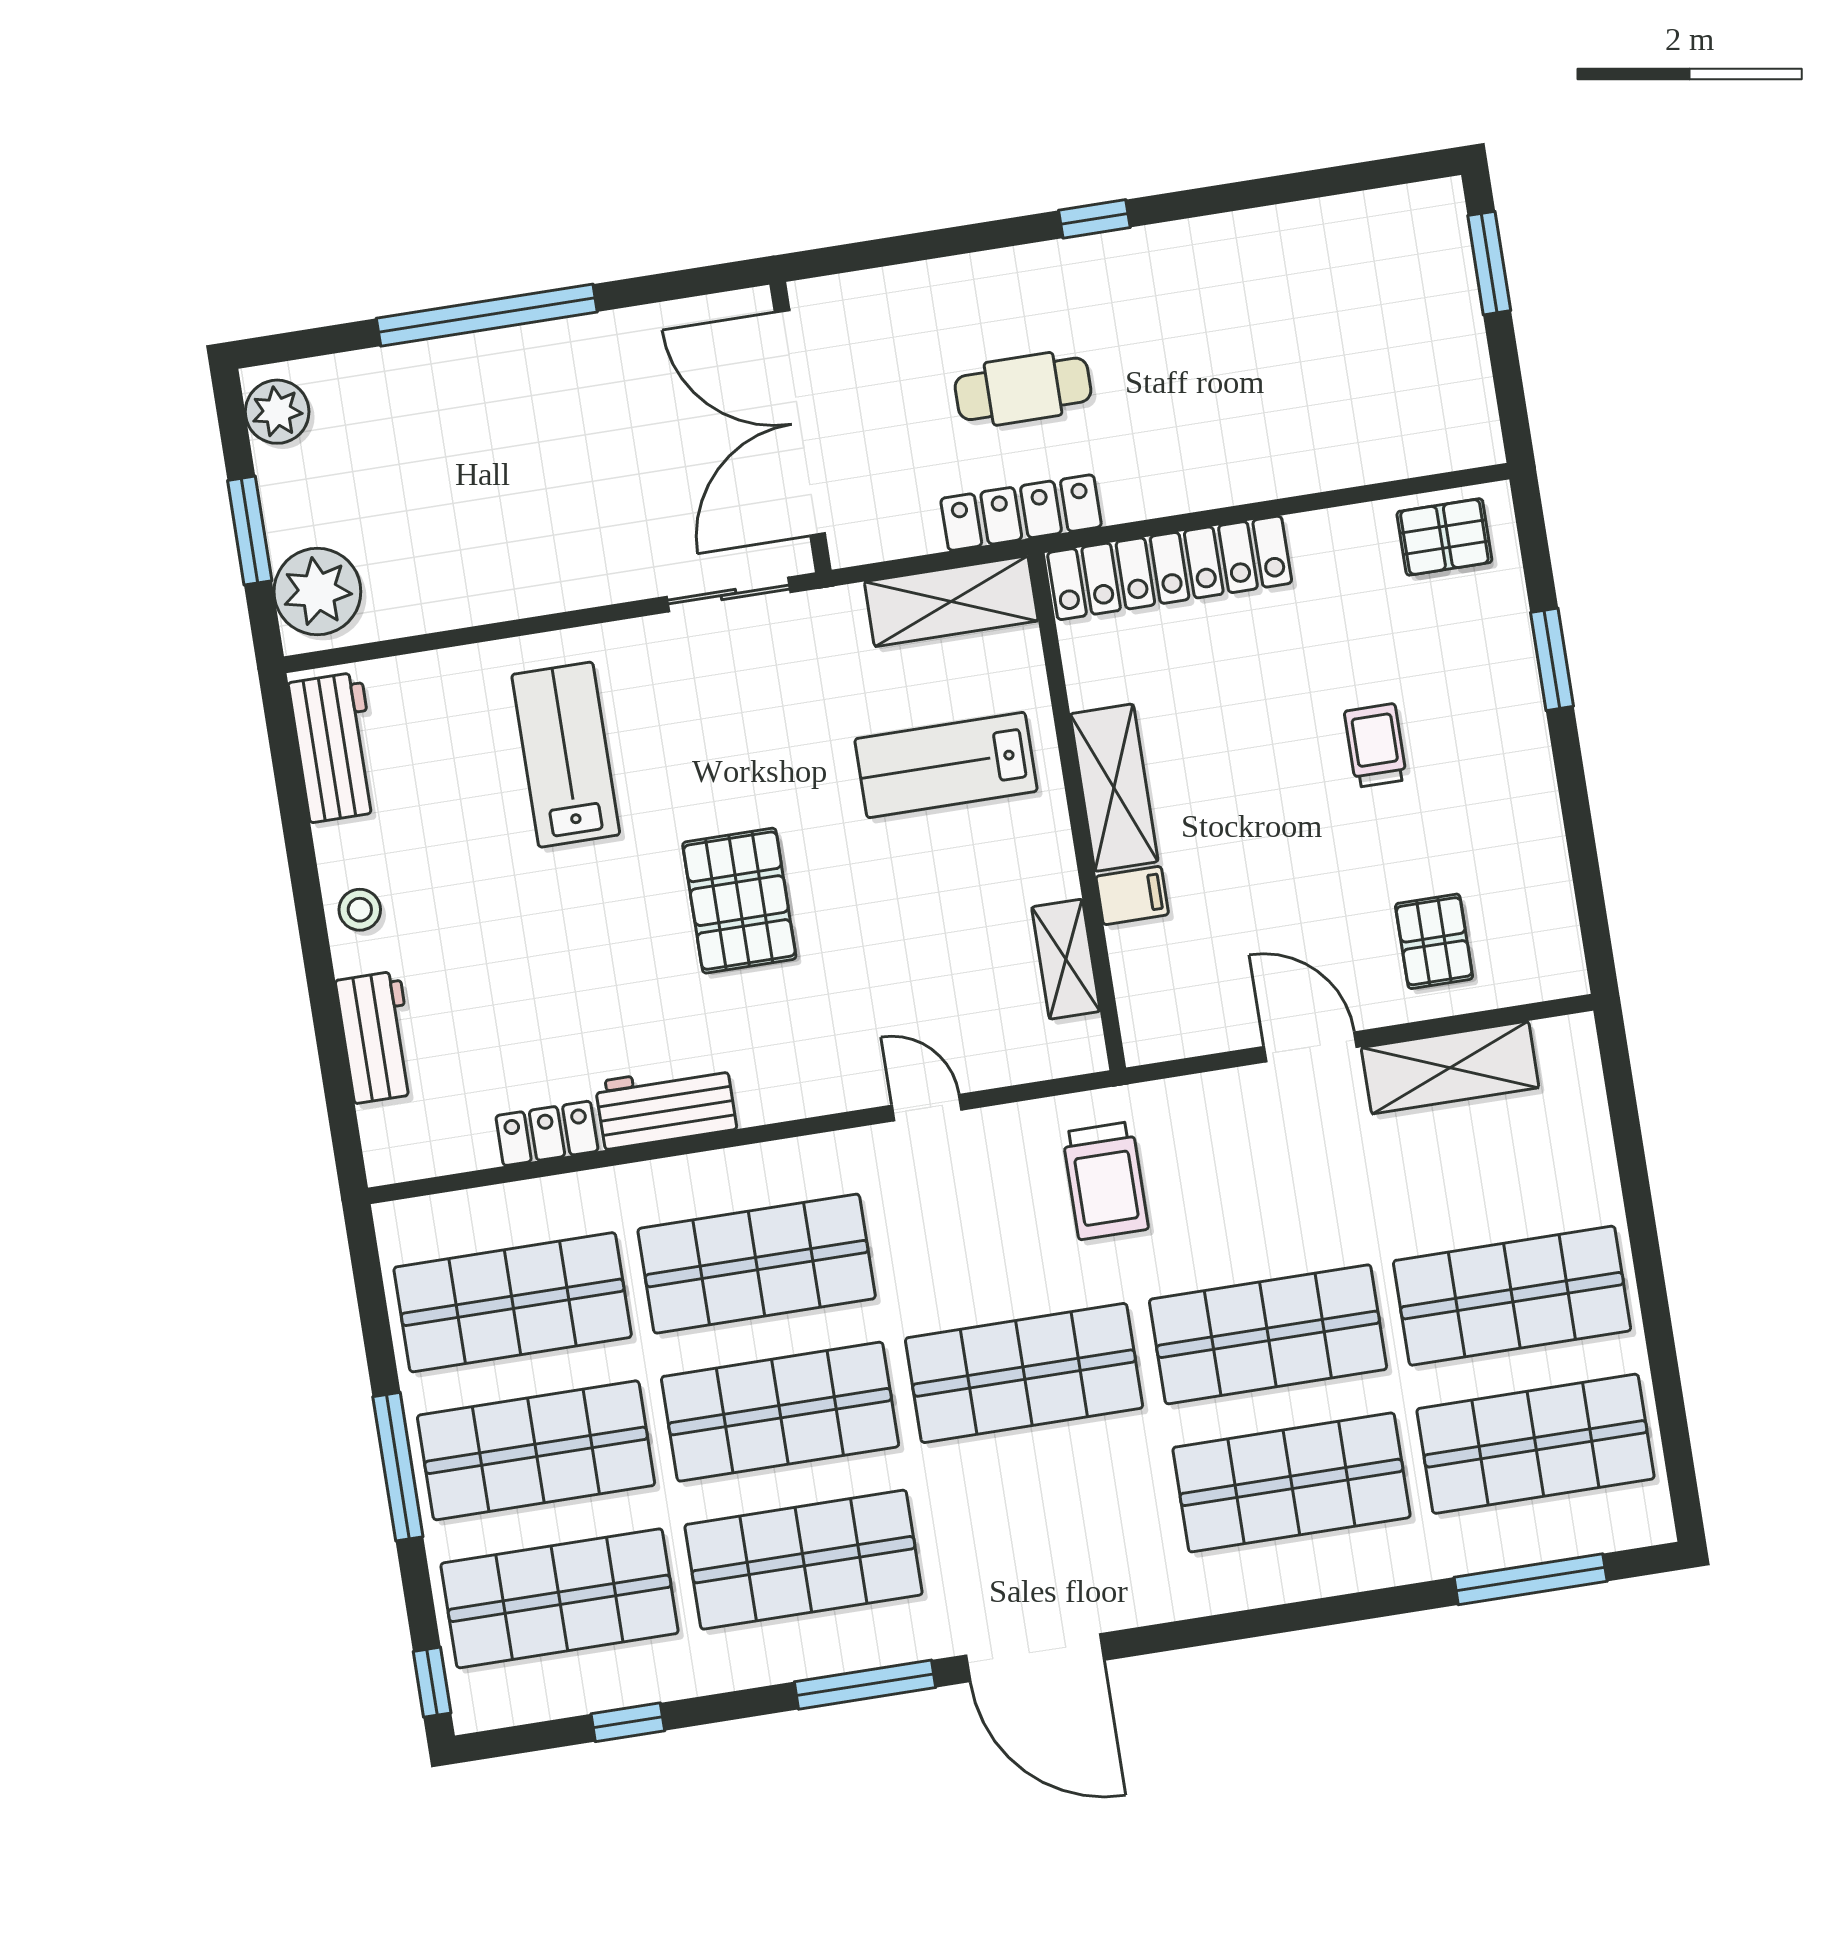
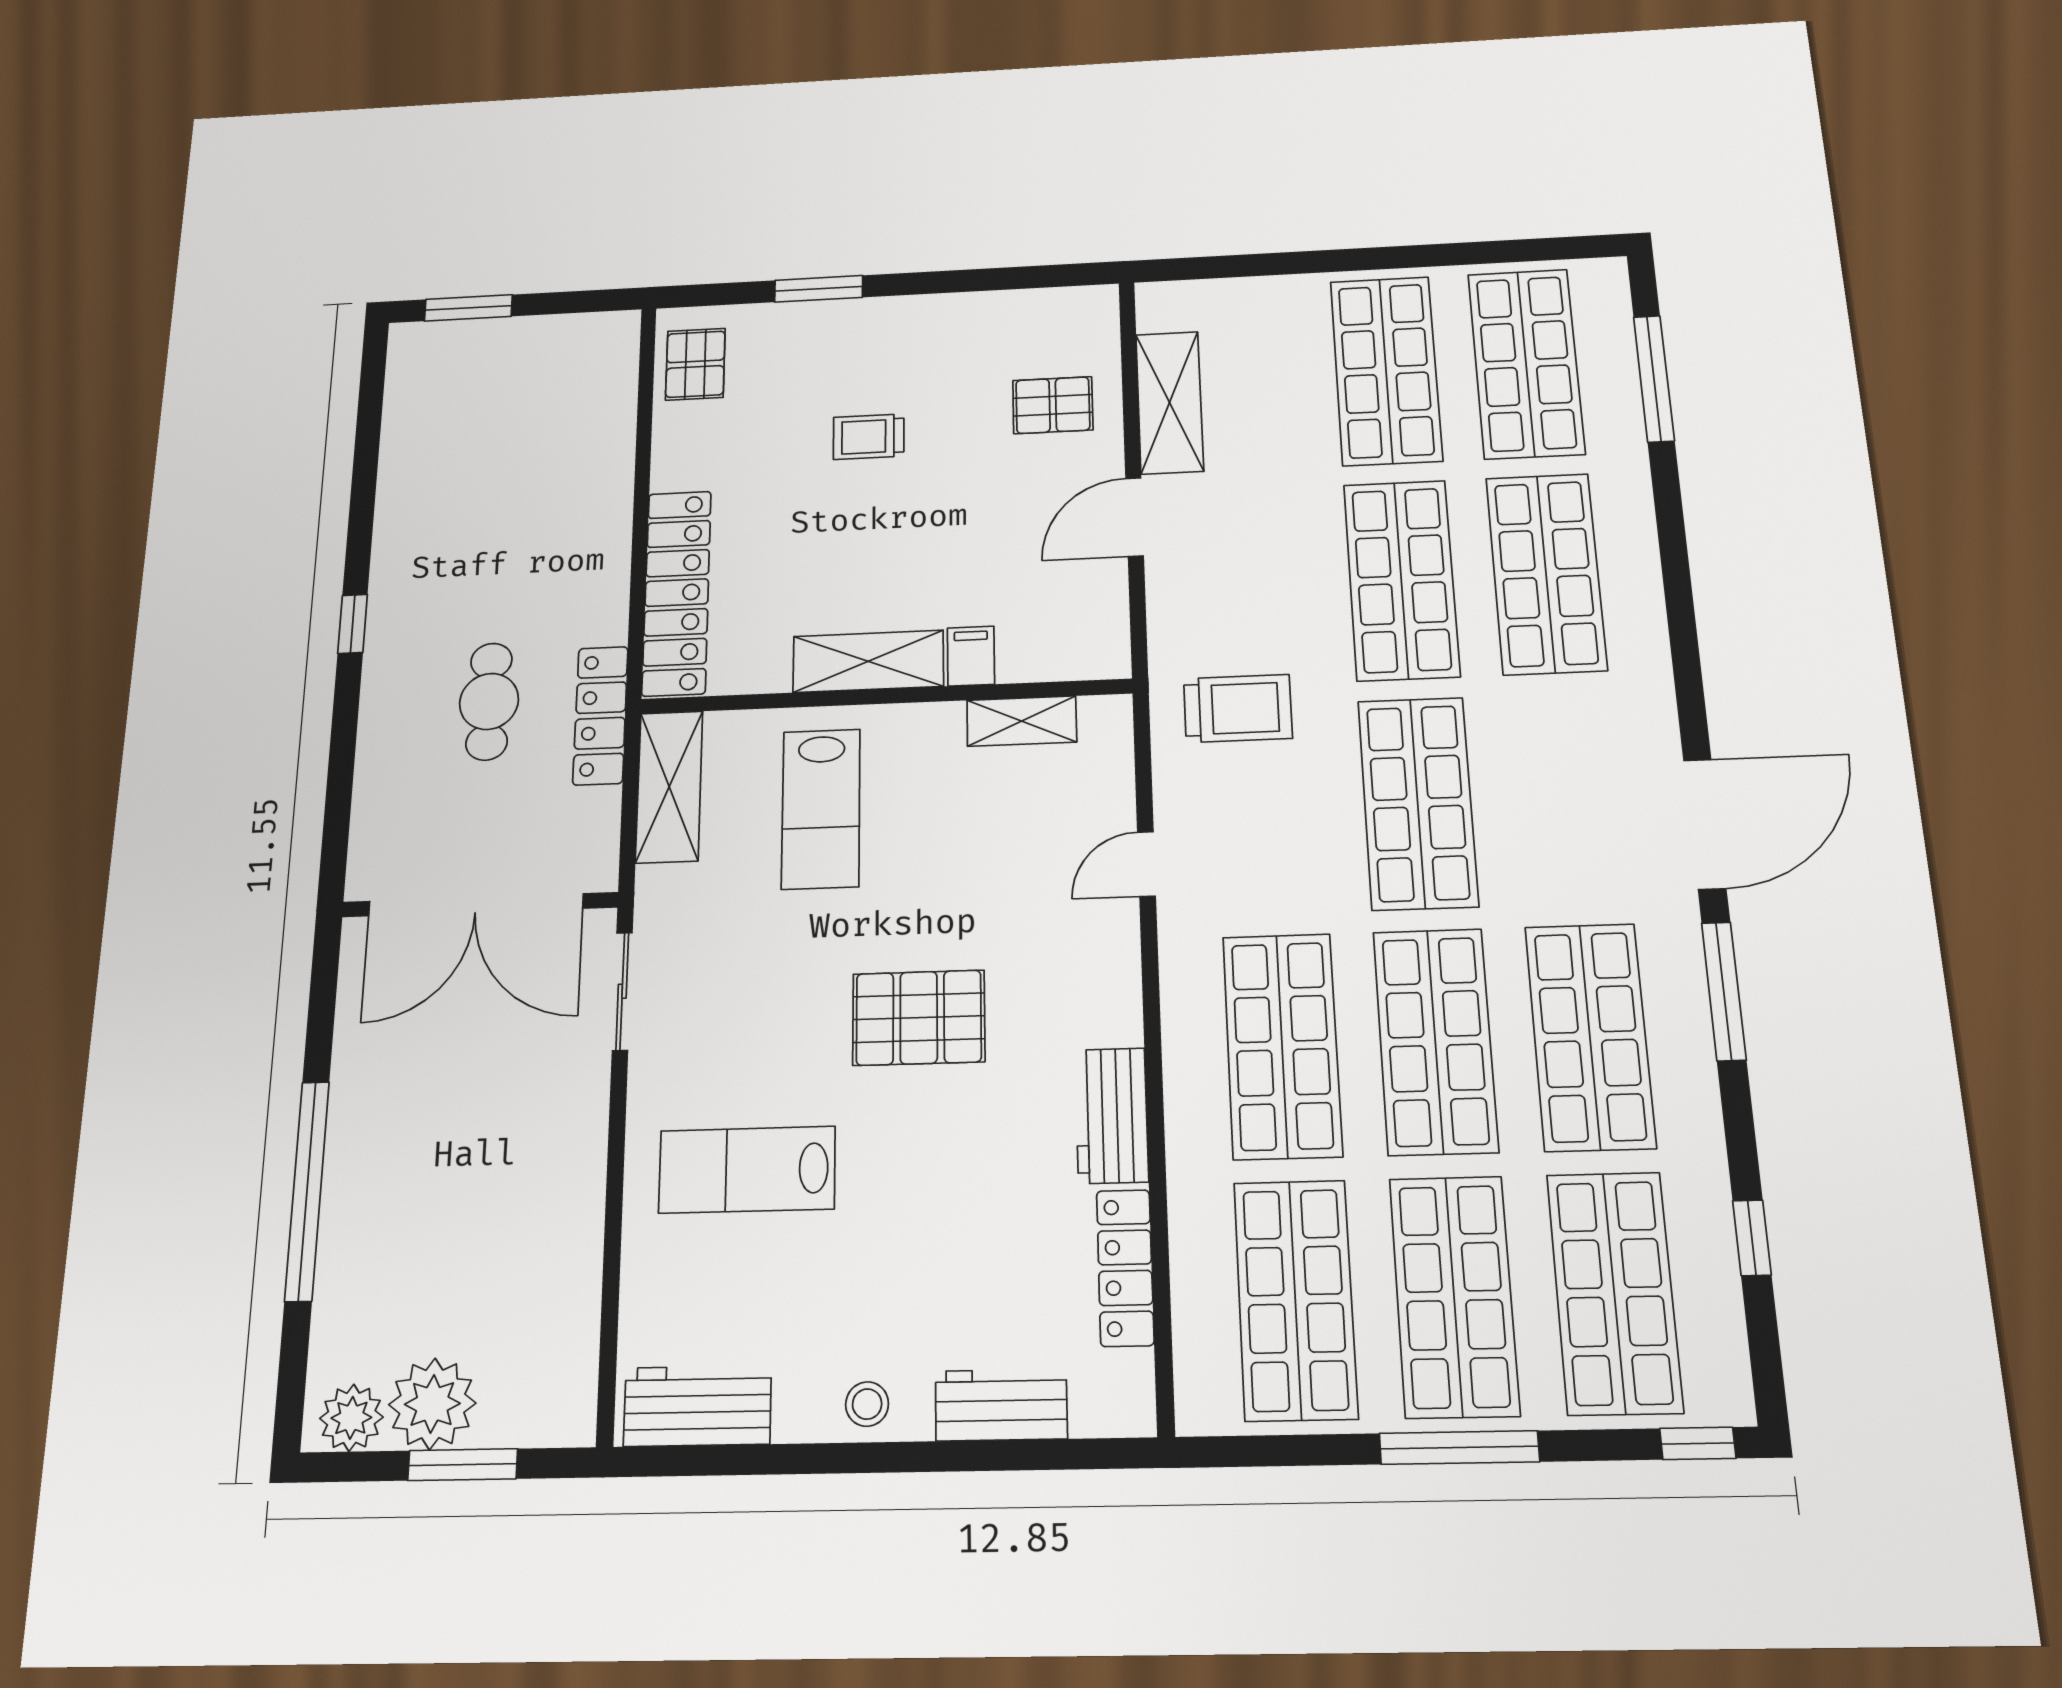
plant: (317, 592) -> (432, 1404), moved
locker: (547, 1133) -> (1125, 1268), width x1.53

